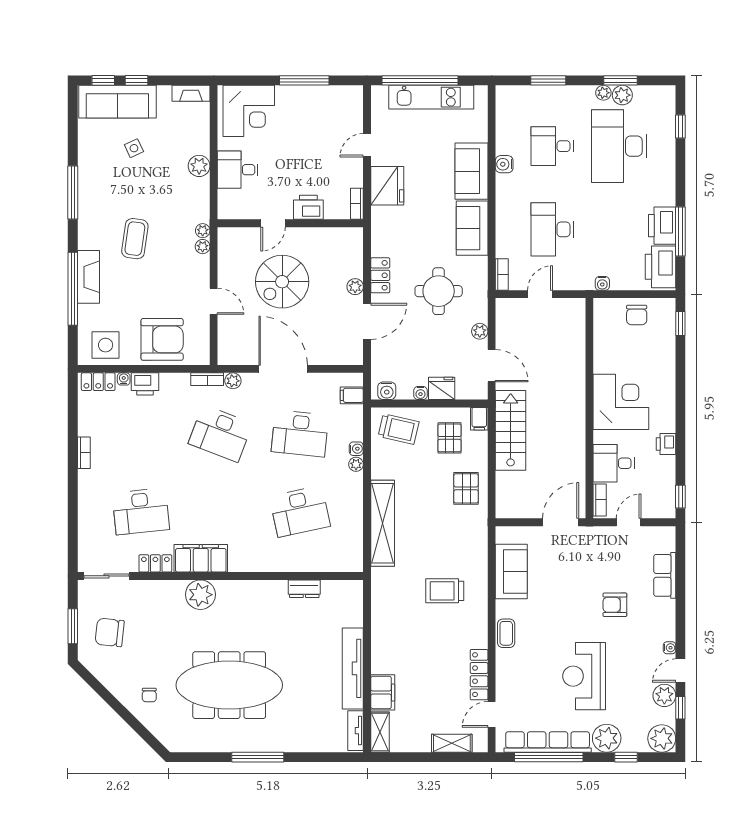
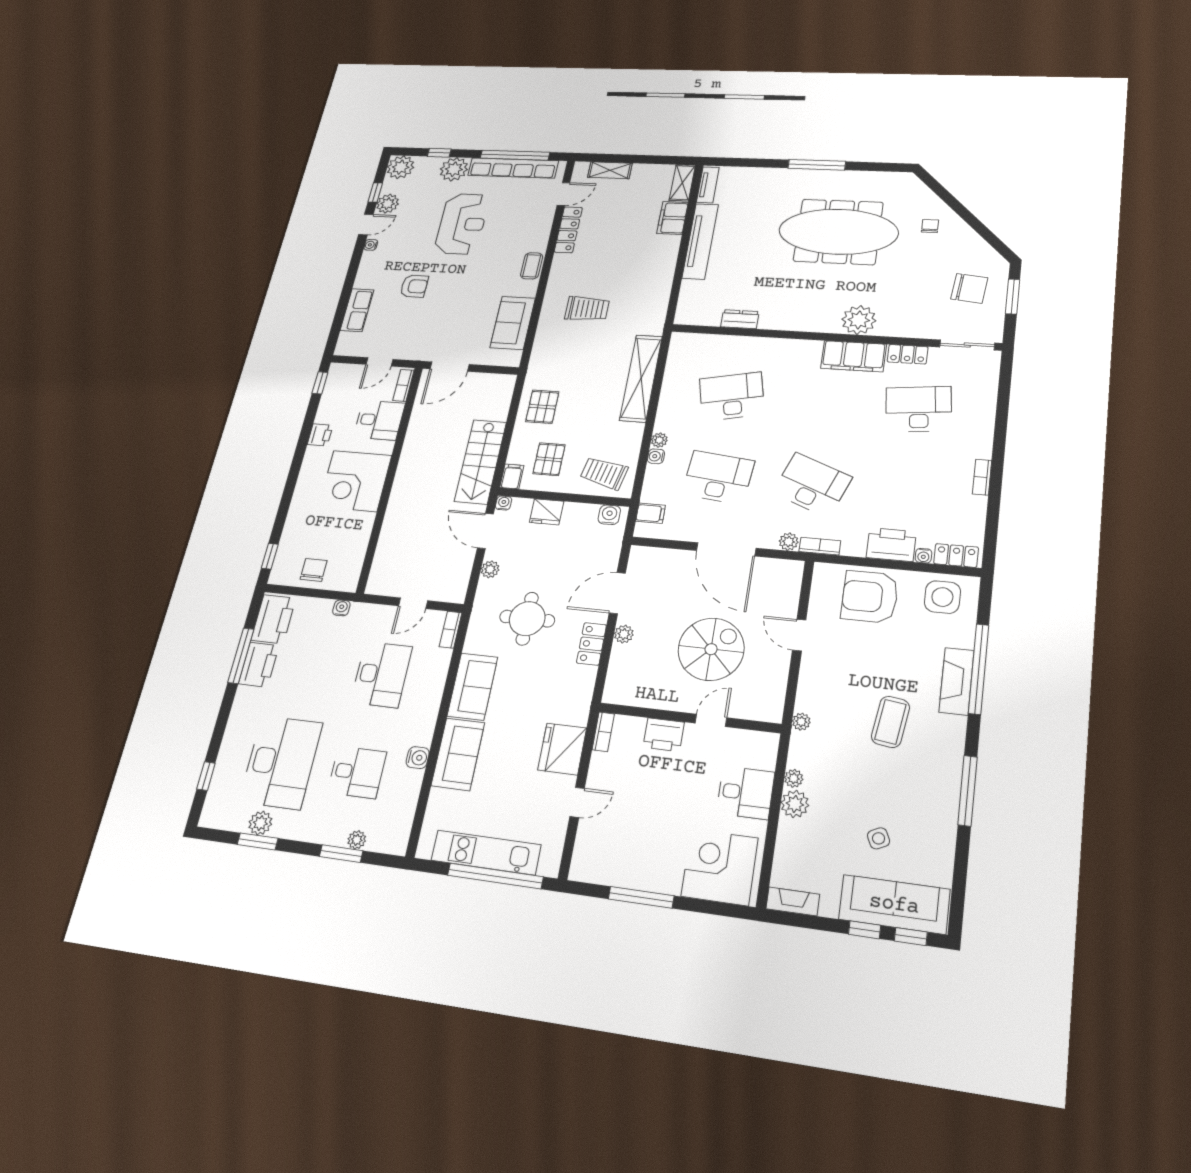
plant: (603, 93) -> (357, 840), moved
plant: (203, 247) -> (794, 778), moved
printer: (145, 384) -> (891, 545), width x1.37, depth x1.19
water cooler: (420, 393) -> (504, 503), moved

